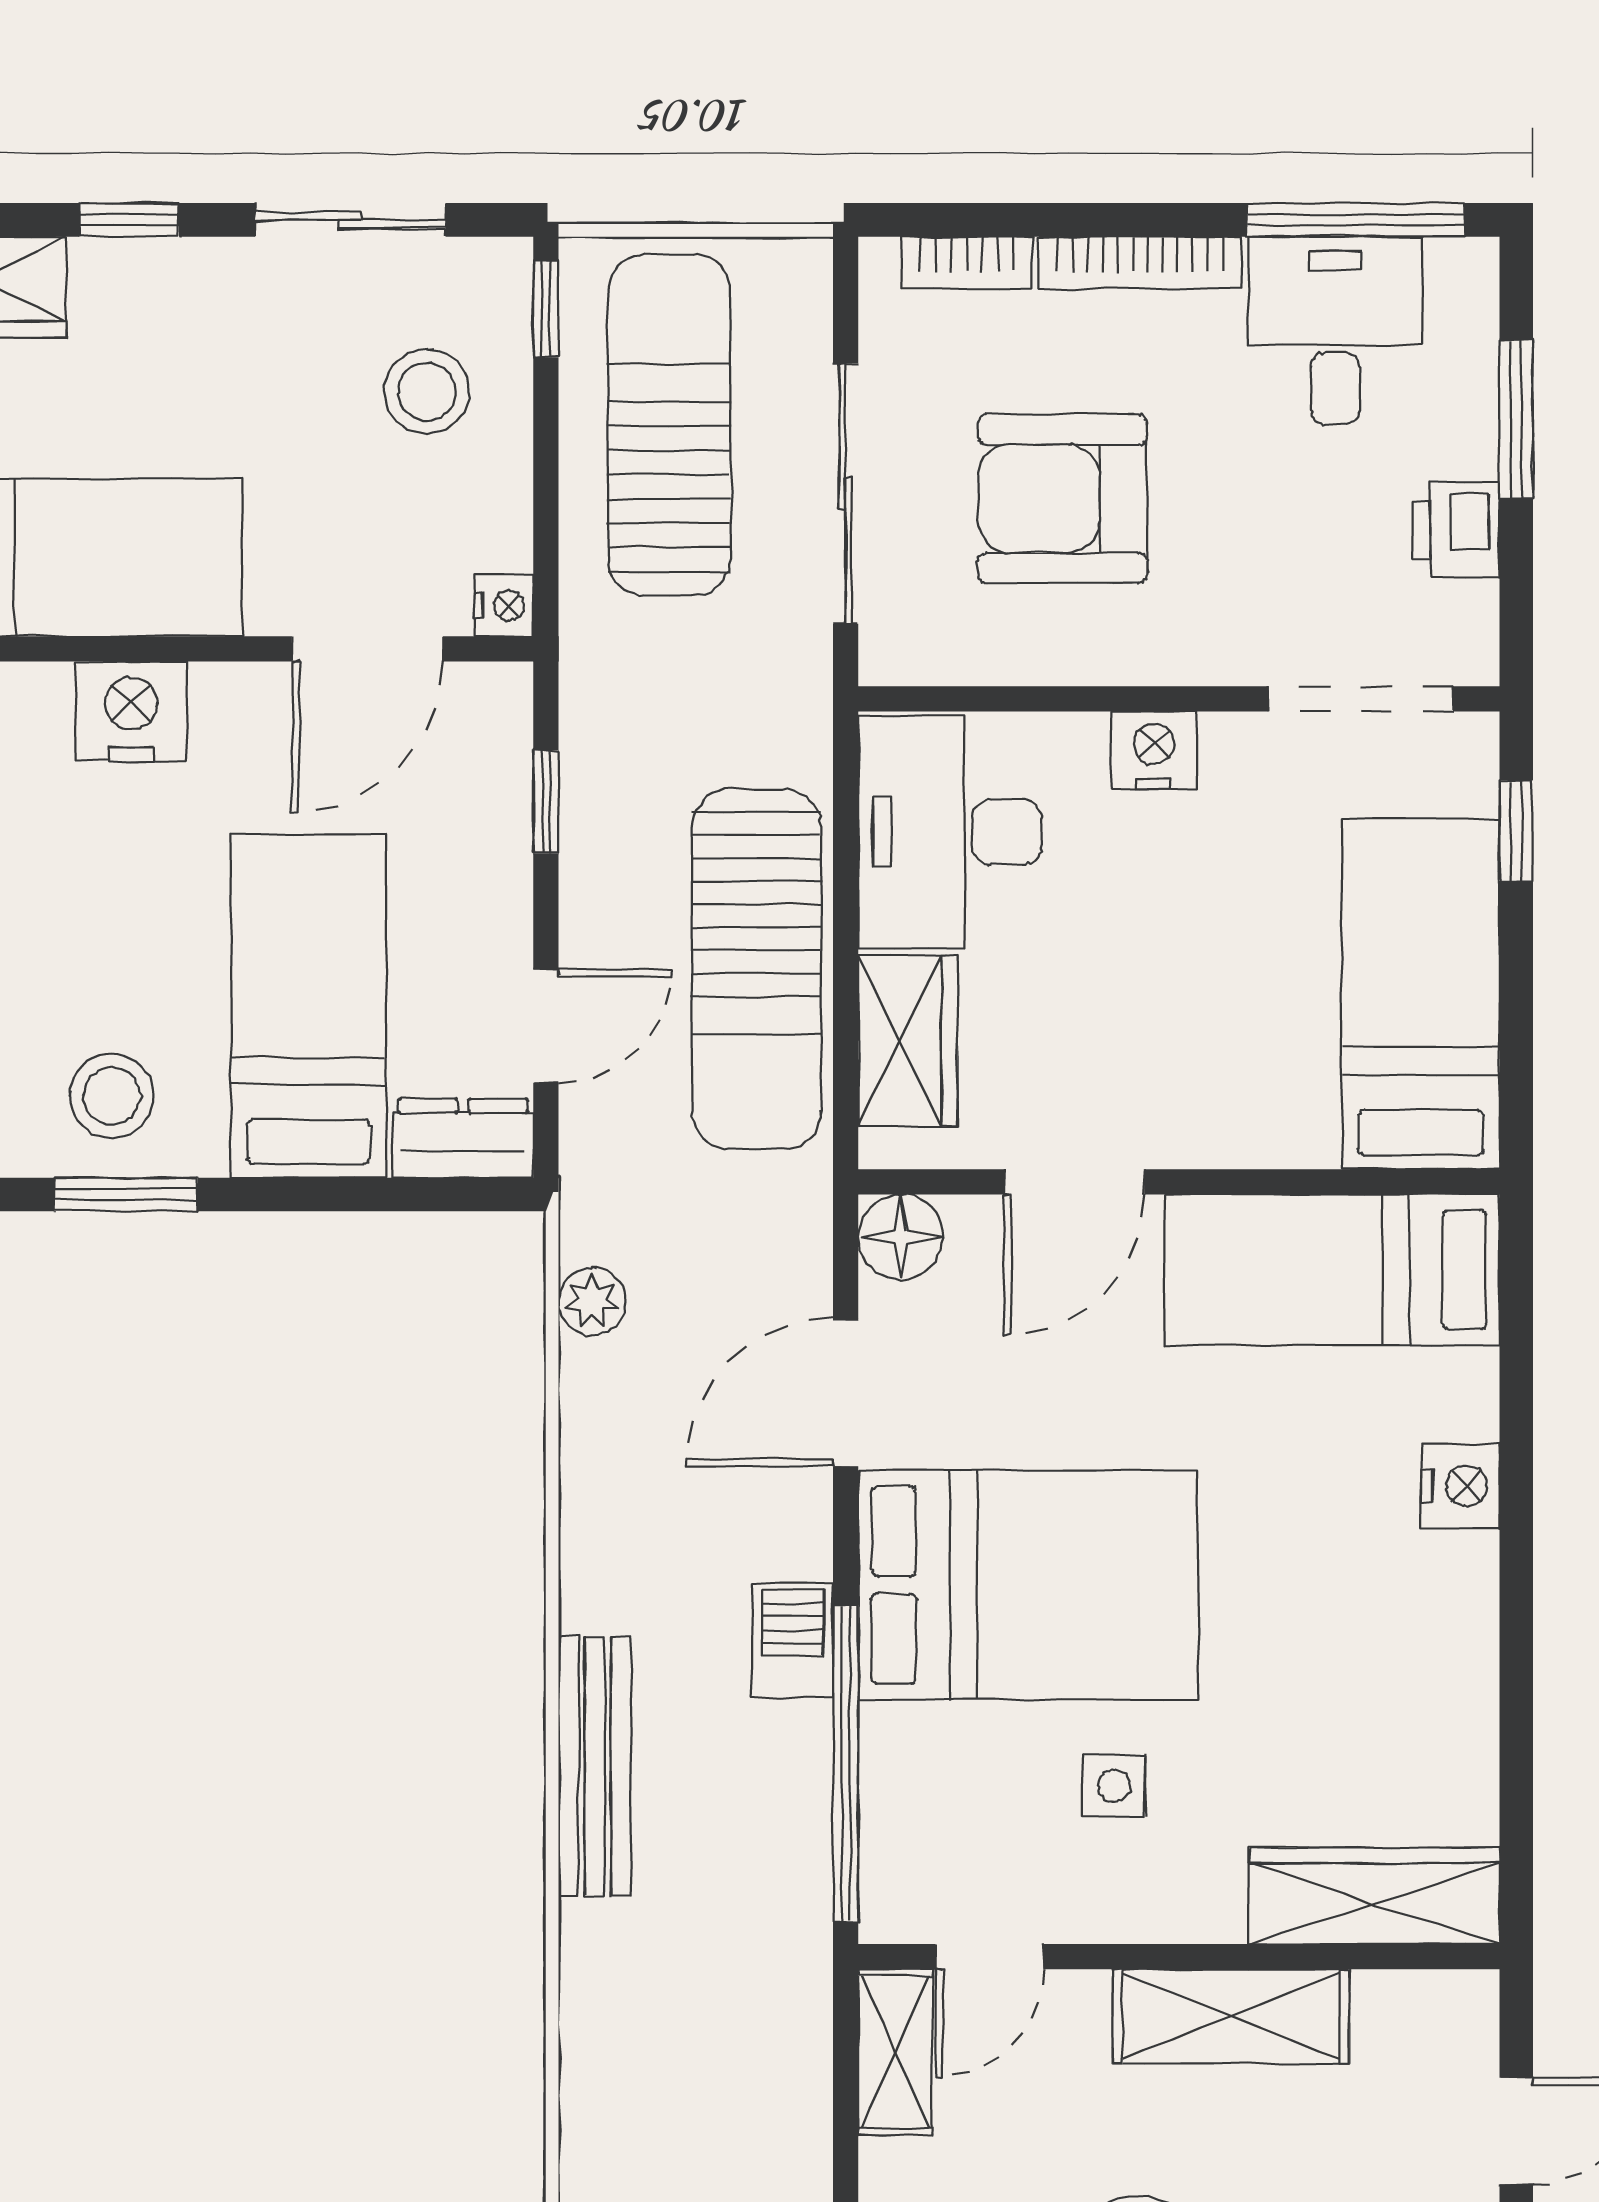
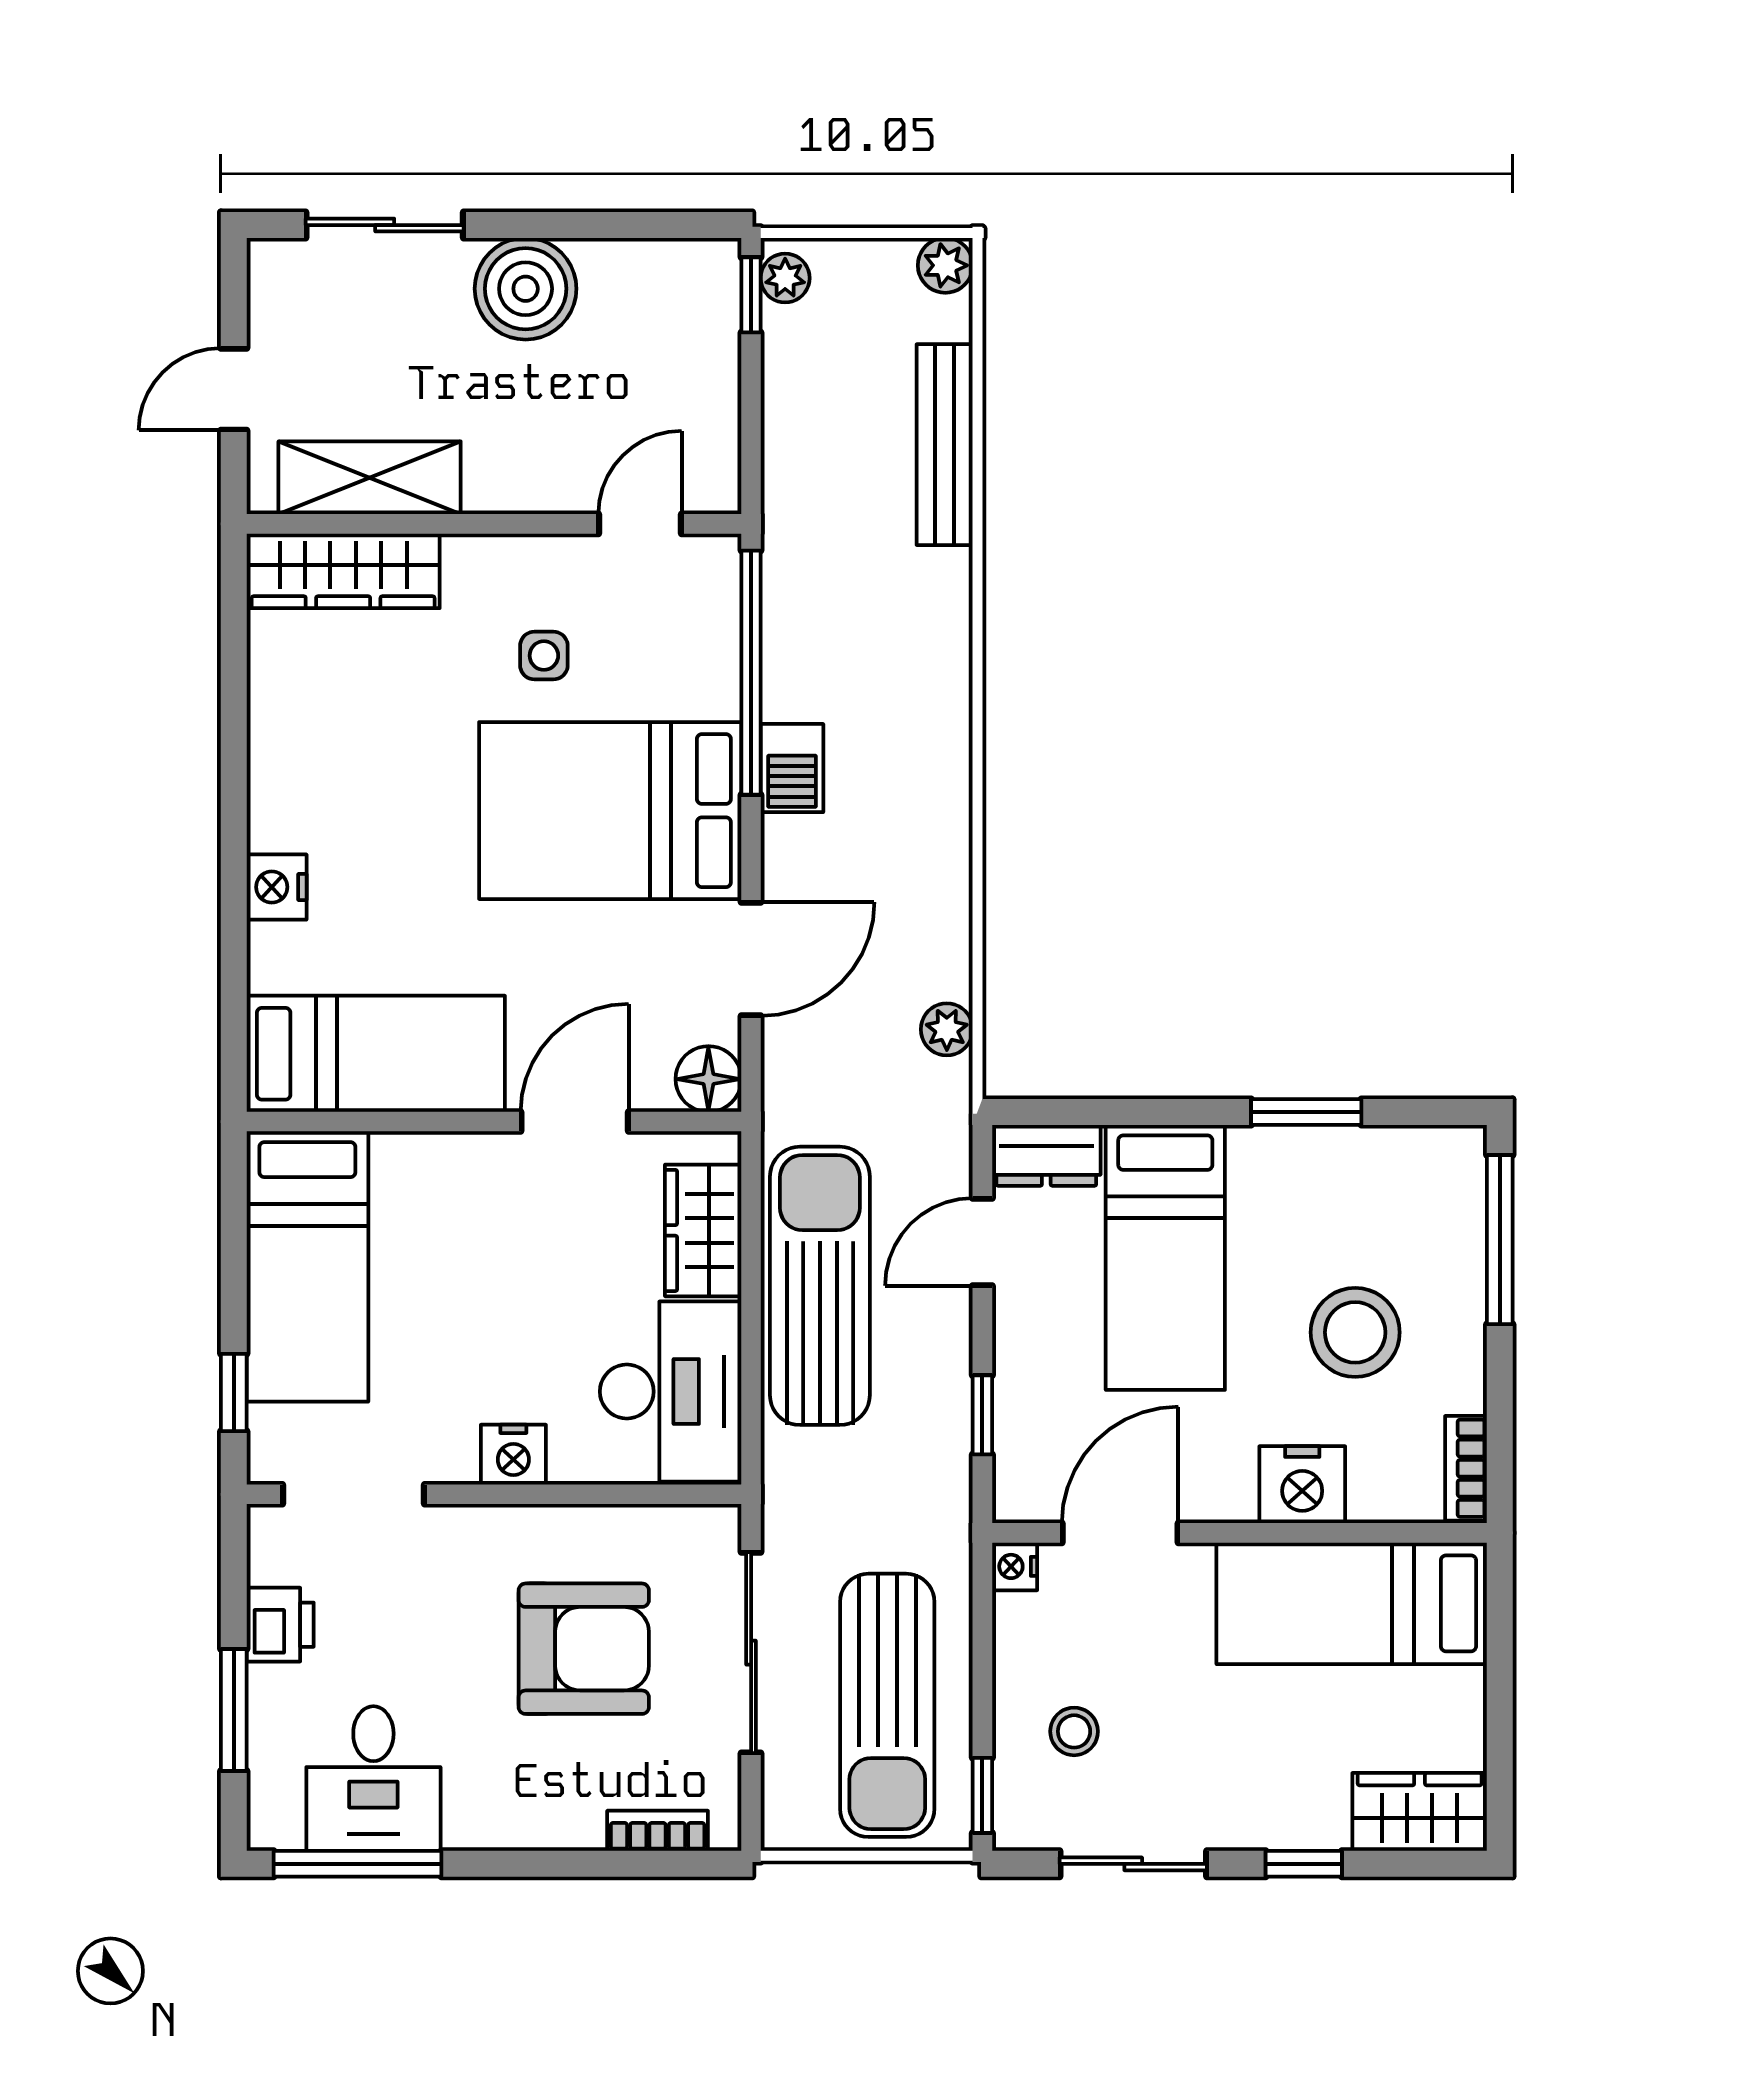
bookcase: (1140, 262) -> (524, 1831), removed
stool: (427, 391) -> (1074, 1731), width x0.73, depth x0.73
stool: (112, 1096) -> (1355, 1332), moved, width x1.38, depth x1.38
bench: (595, 1766) -> (945, 445), moved
shelving: (1231, 2016) -> (370, 478), moved
shelving: (895, 2052) -> (713, 450), removed

